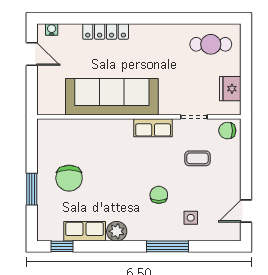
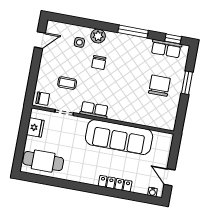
cafe table: (211, 44) -> (43, 161), width x1.37, depth x1.35
row of seats: (85, 231) -> (166, 48), moved
plant: (117, 231) -> (98, 36), moved
window: (168, 246) -> (133, 31), moved

